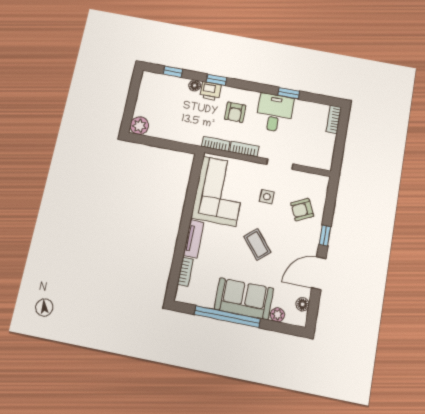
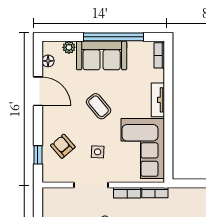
doorway: (280, 164) -> (91, 185), width x1.38
armchair: (302, 210) -> (63, 146), turned -106
window: (325, 236) -> (38, 155), moved
bookcase: (185, 272) -> (159, 55), moved
door: (319, 273) -> (38, 91), hinge flipped

